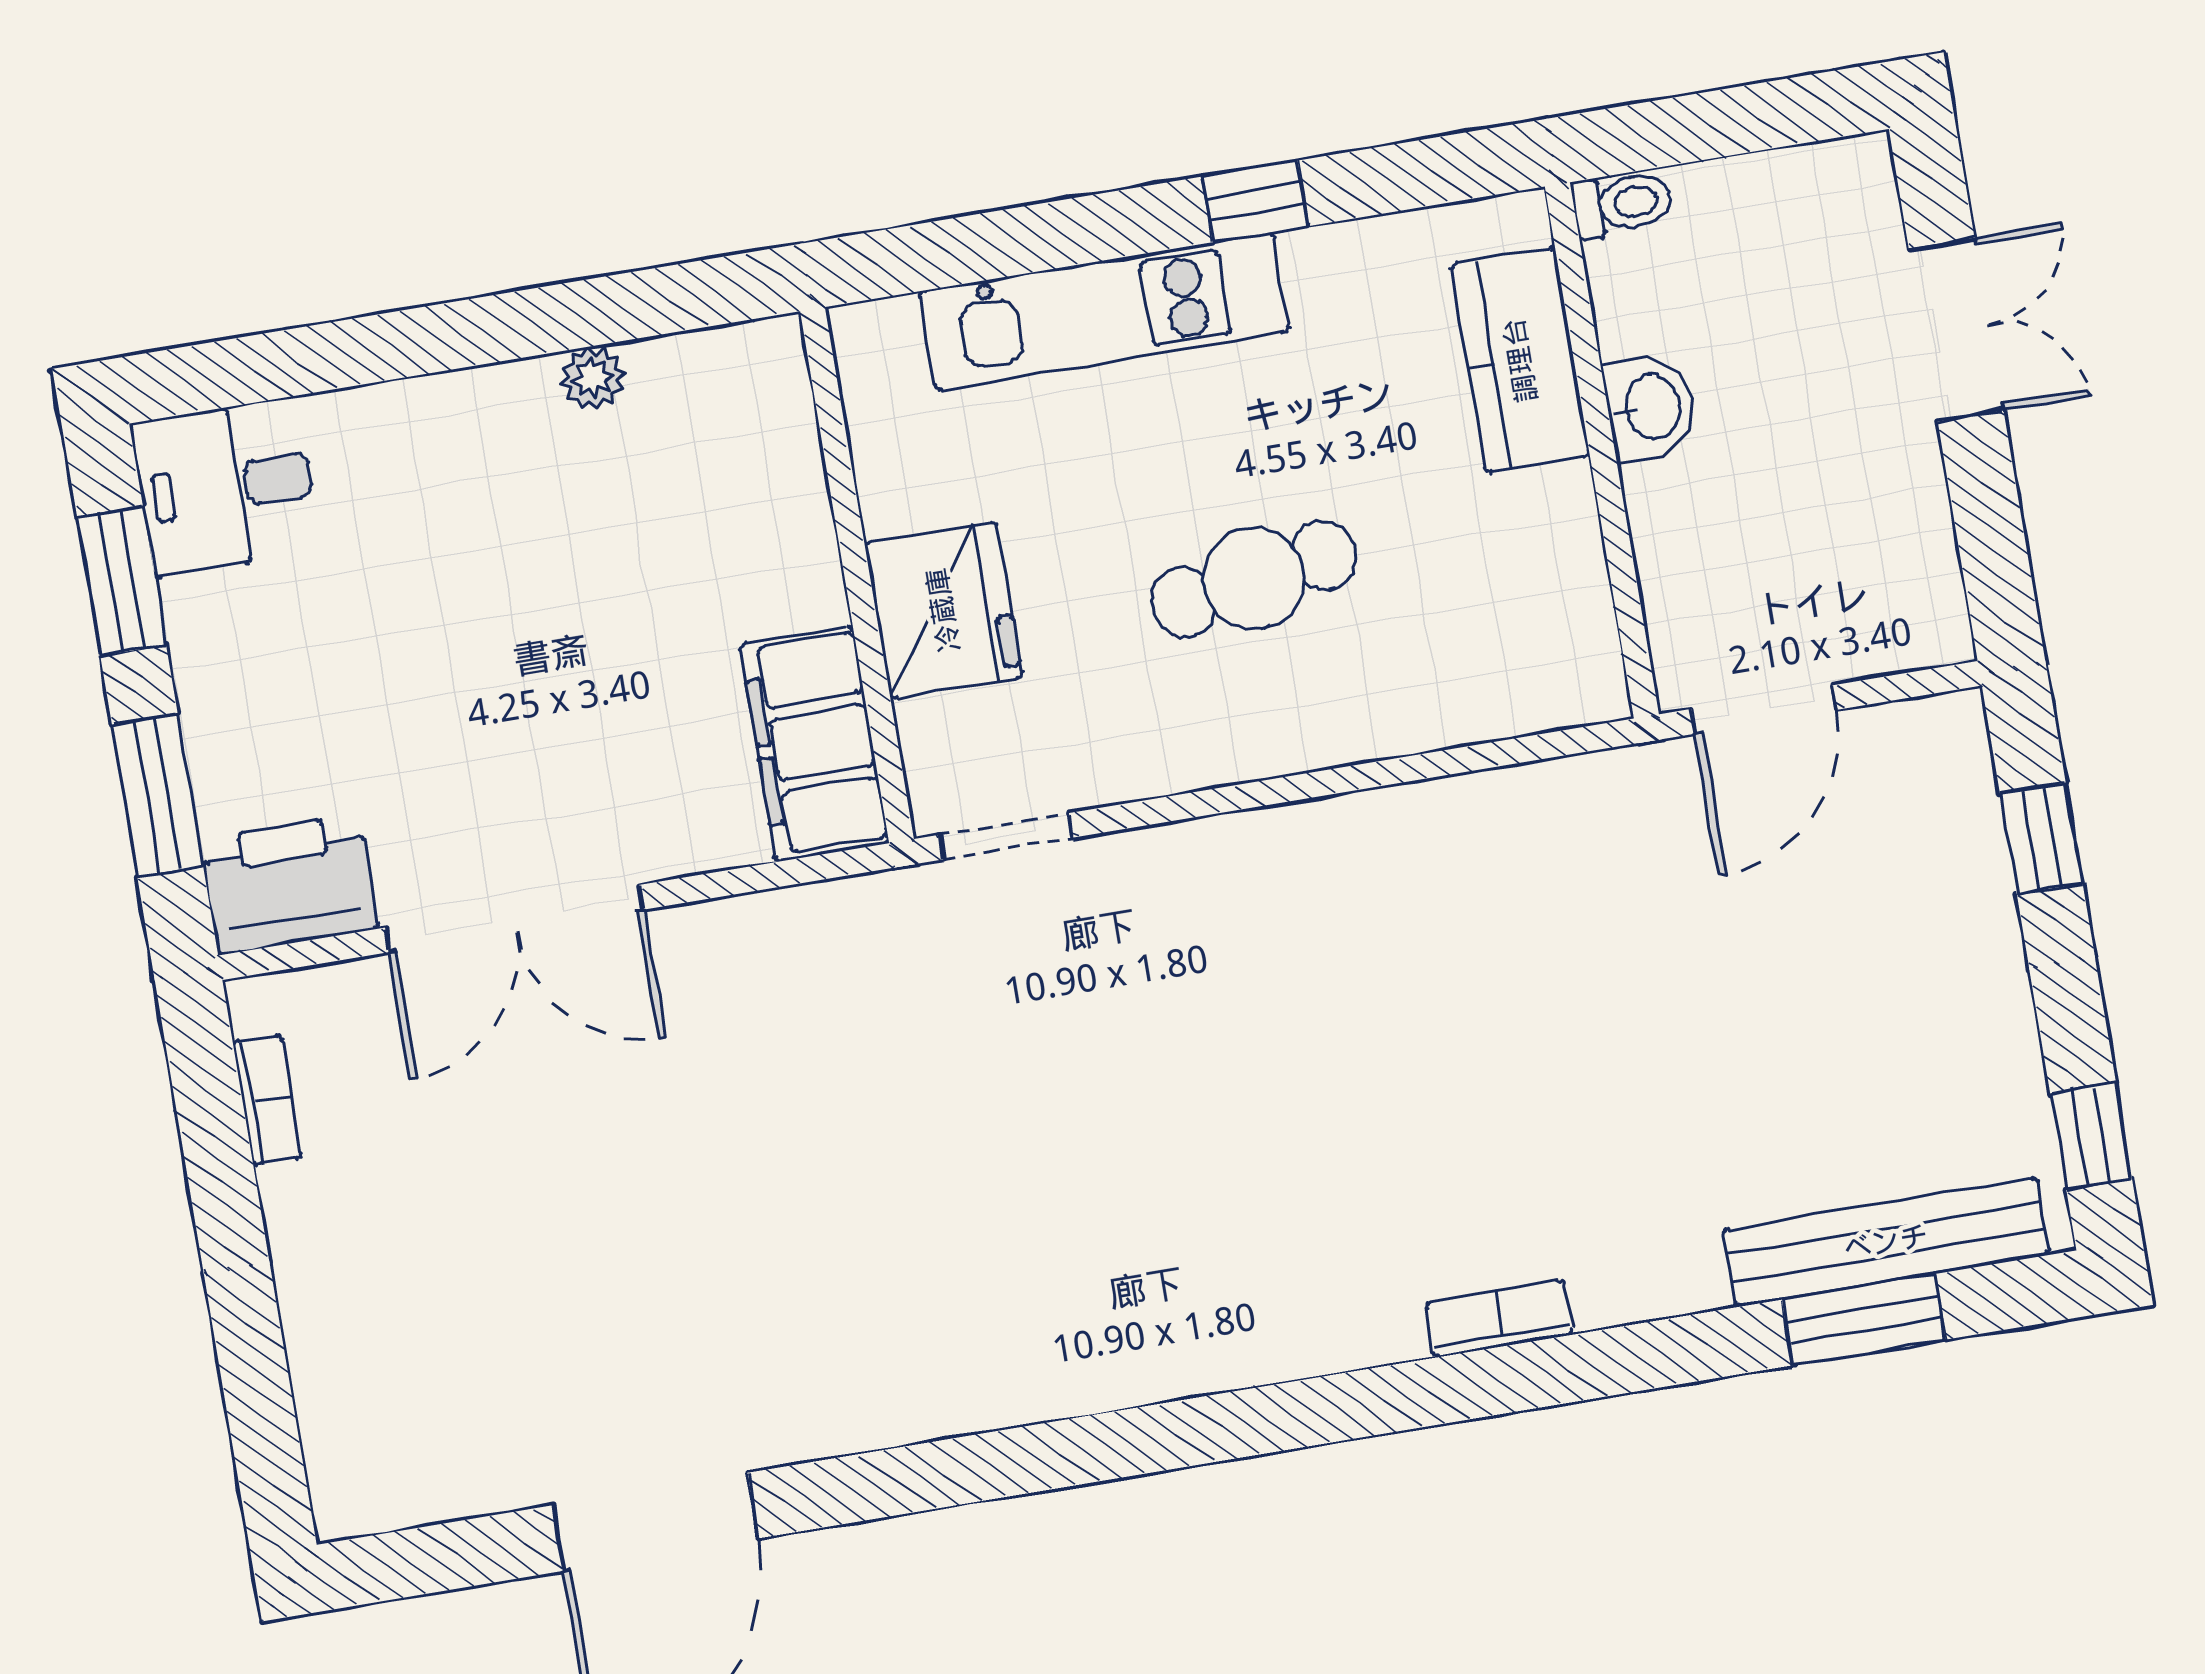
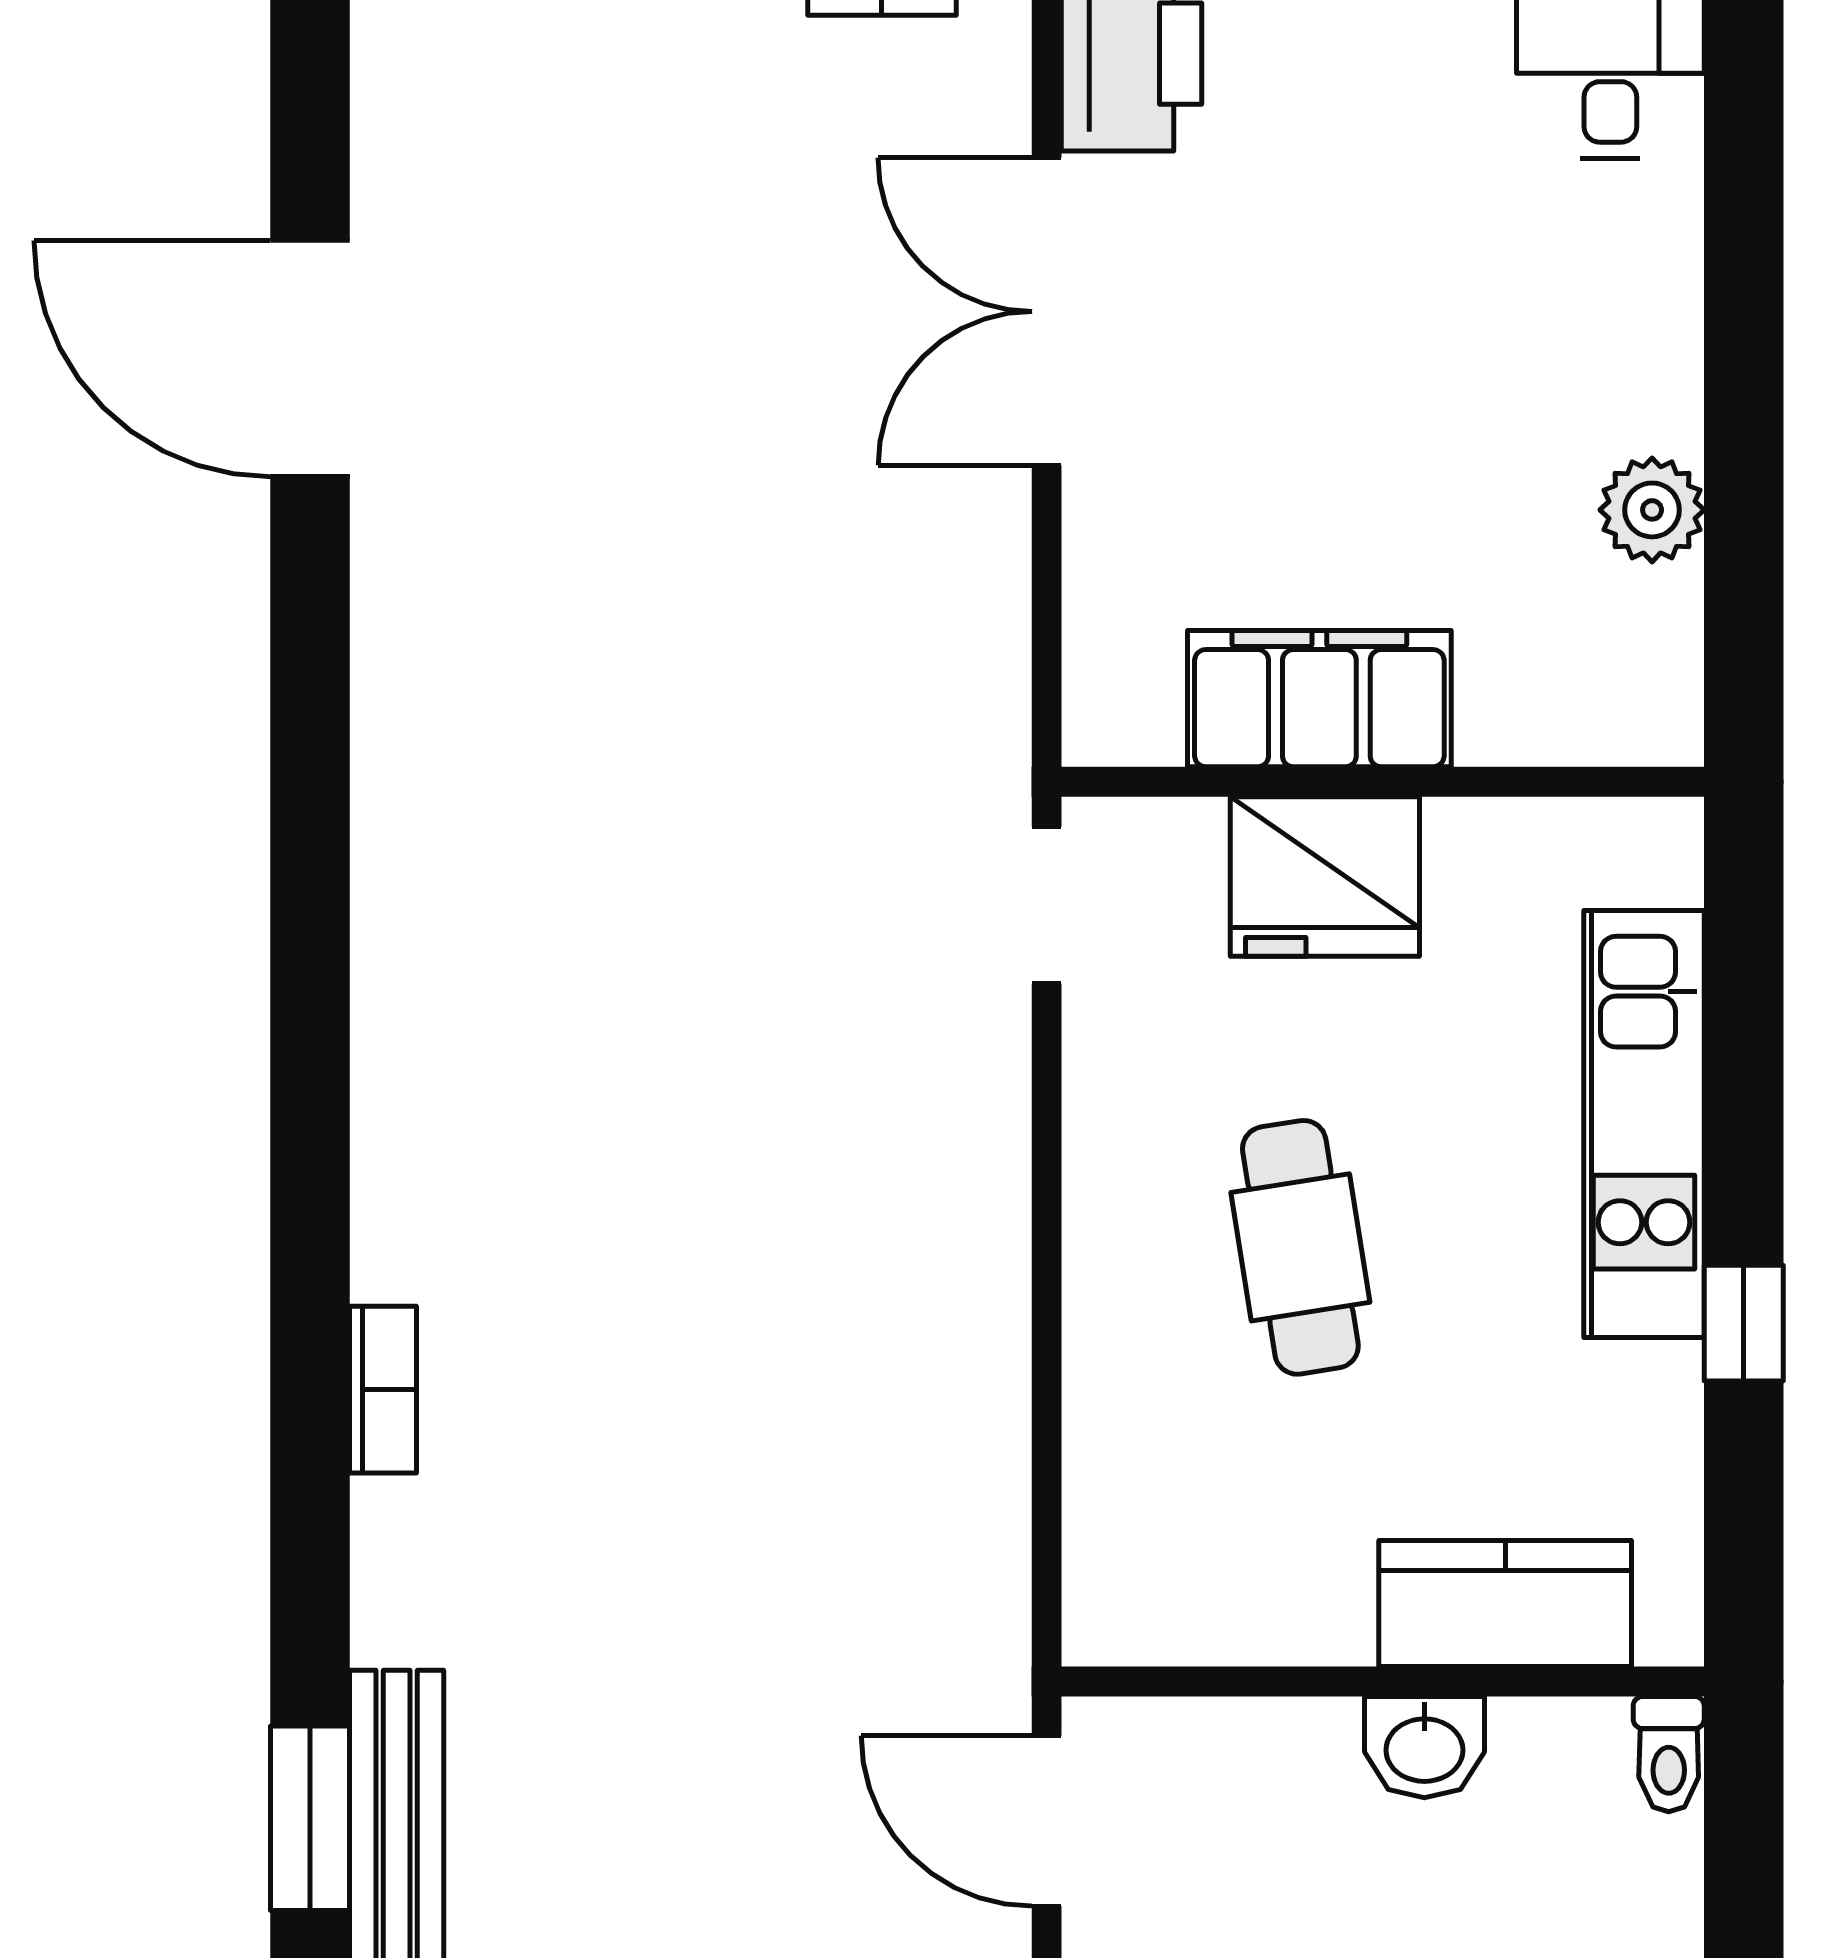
plant: (593, 378) -> (1652, 510), width x1.38, depth x1.38
filing cabinet: (814, 744) -> (1319, 699), moved

